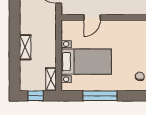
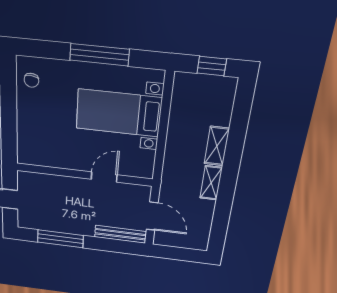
shelving: (51, 79) -> (211, 183), moved

